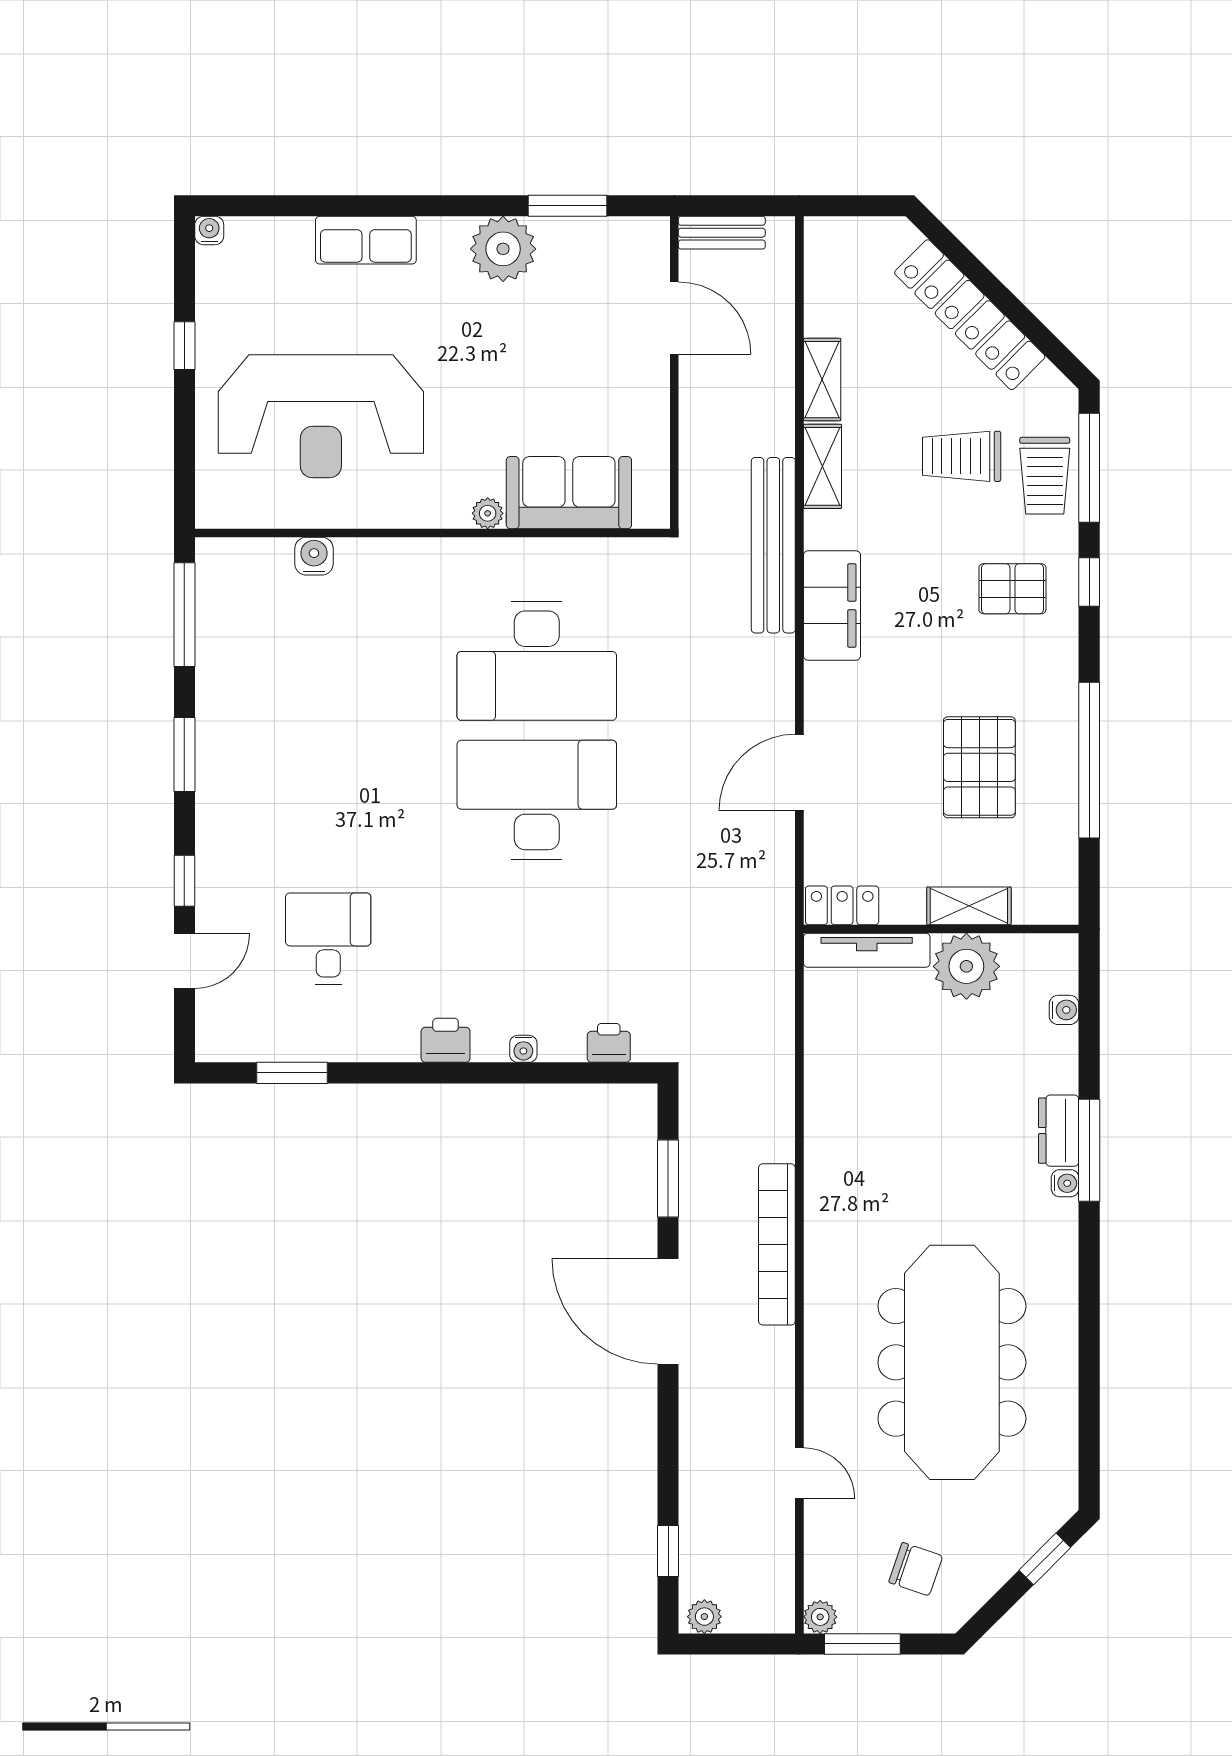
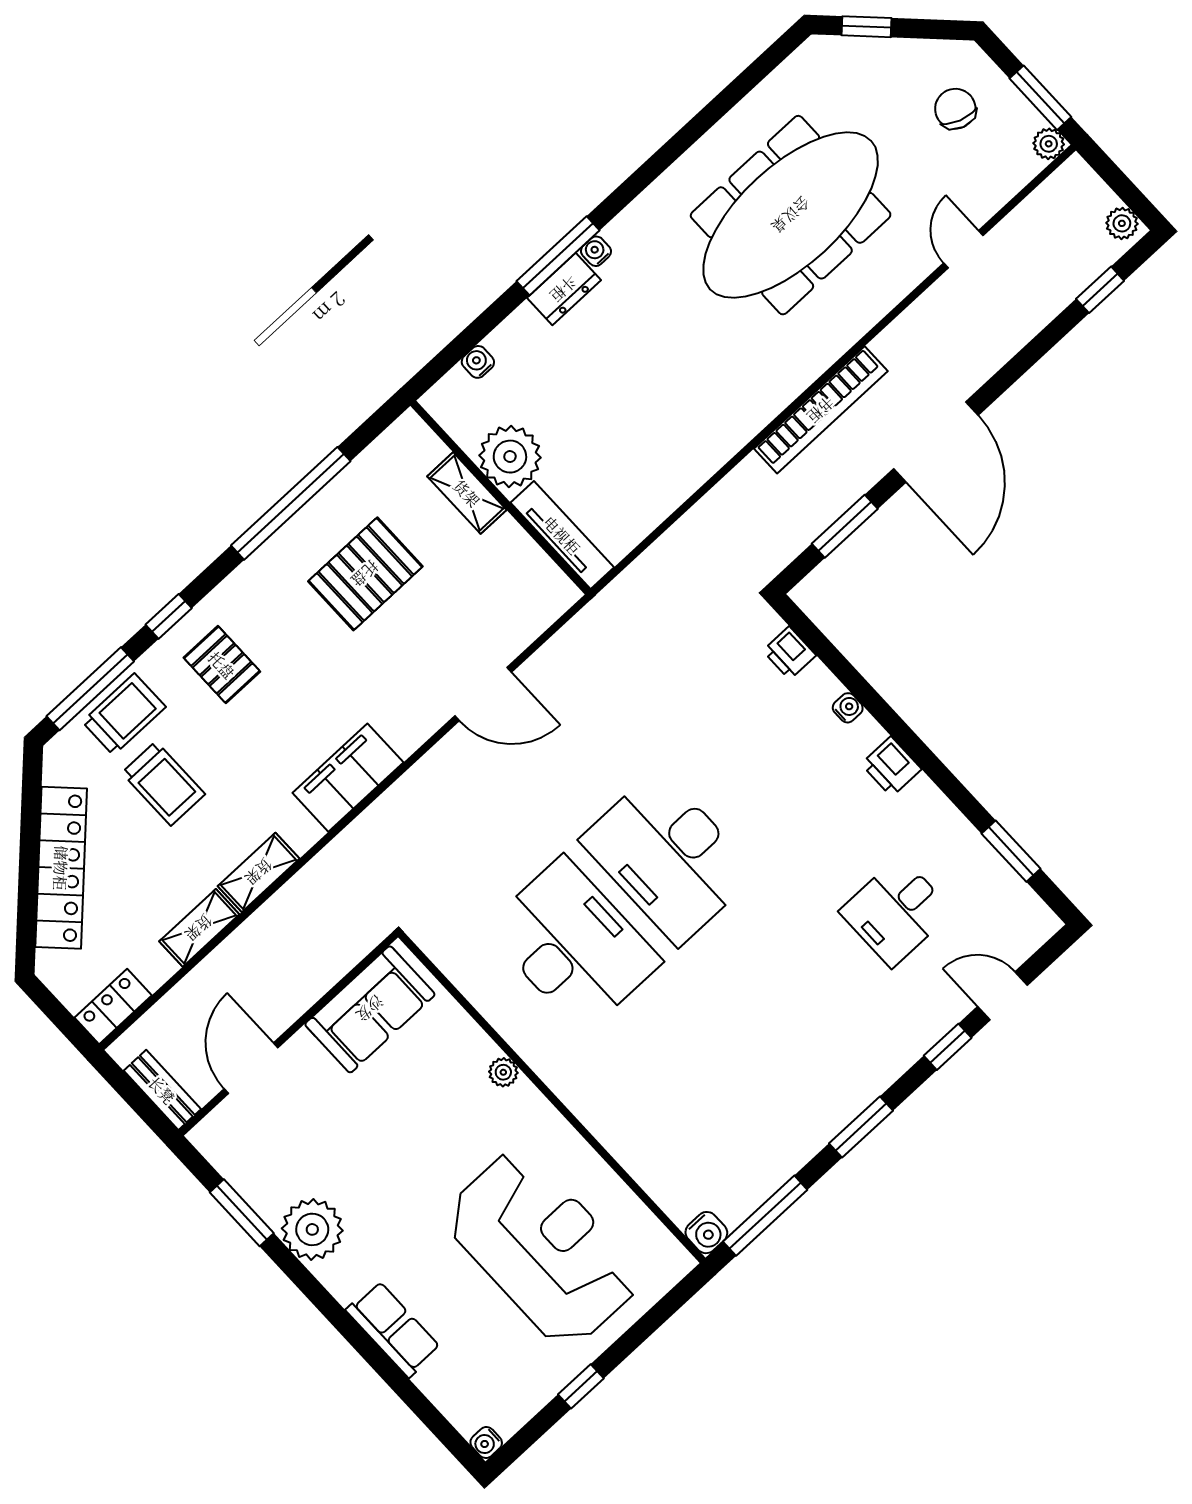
sofa: (569, 493) -> (370, 1009), moved, turned -90
bench: (773, 545) -> (344, 856), removed
water cooler: (314, 556) -> (706, 1233), moved, turned -90
locker: (842, 905) -> (113, 1006), moved, turned 90

